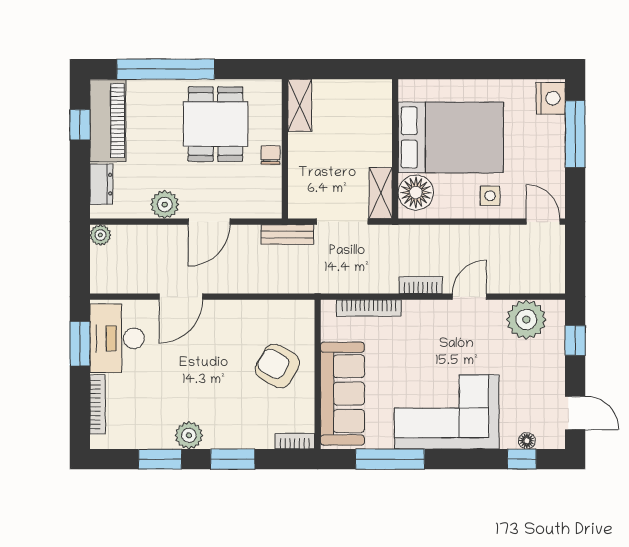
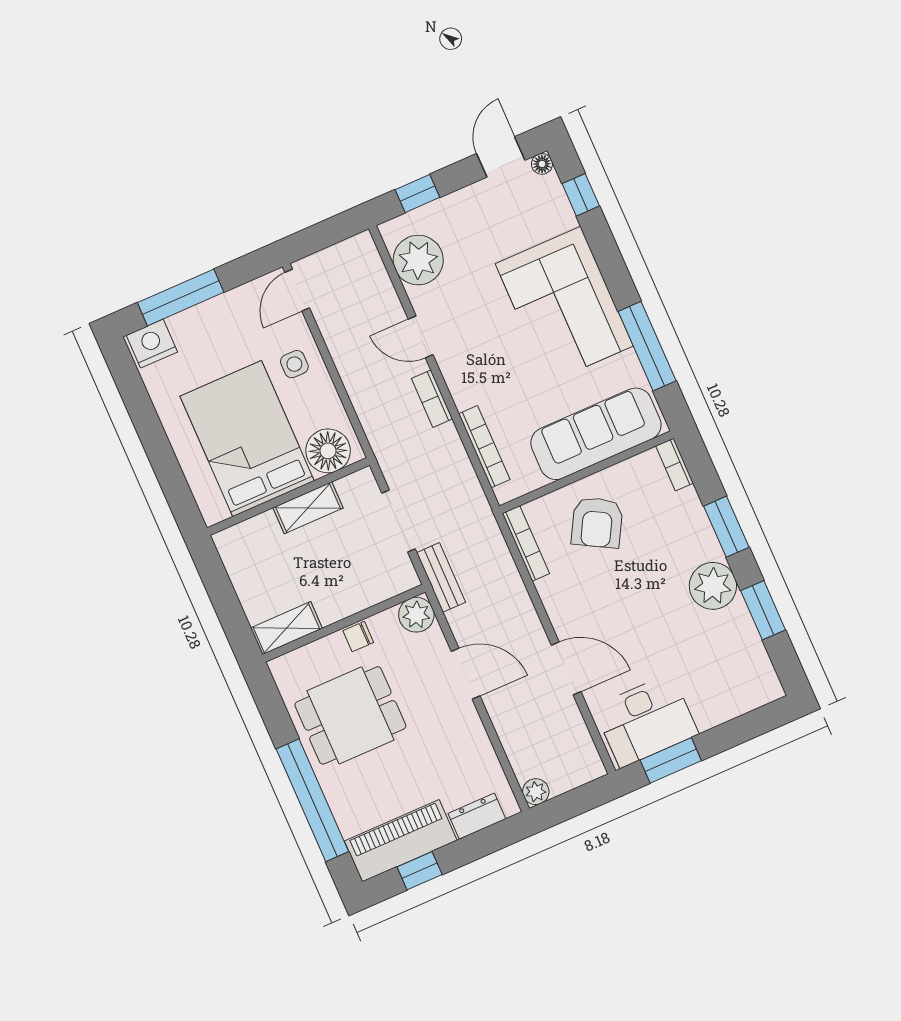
shelving: (381, 193) -> (308, 508), moved
plant: (165, 204) -> (416, 615), moved
bookcase: (98, 404) -> (526, 543), moved, turned 90
plant: (189, 435) -> (713, 586), width x1.36, depth x1.36
floor lamp: (527, 441) -> (542, 164), moved

